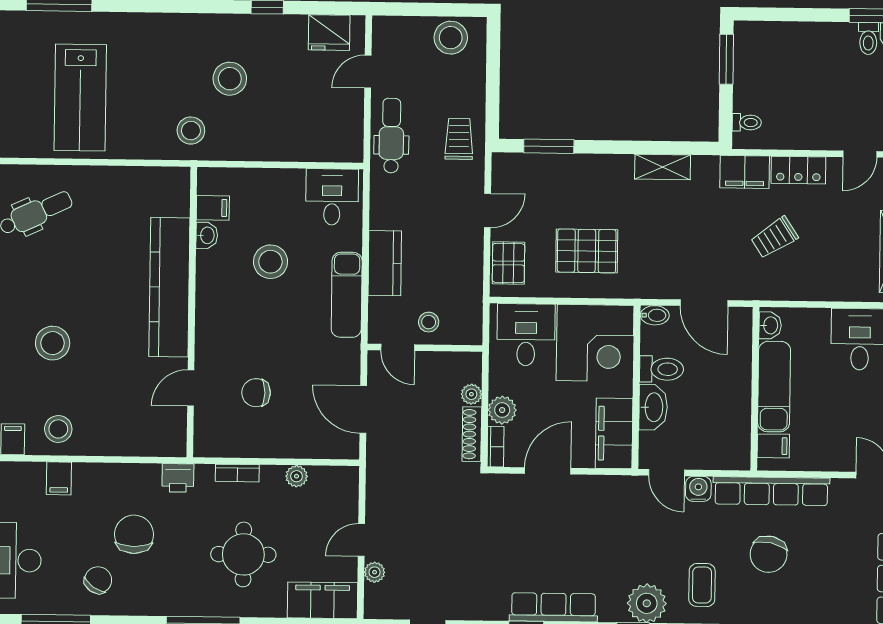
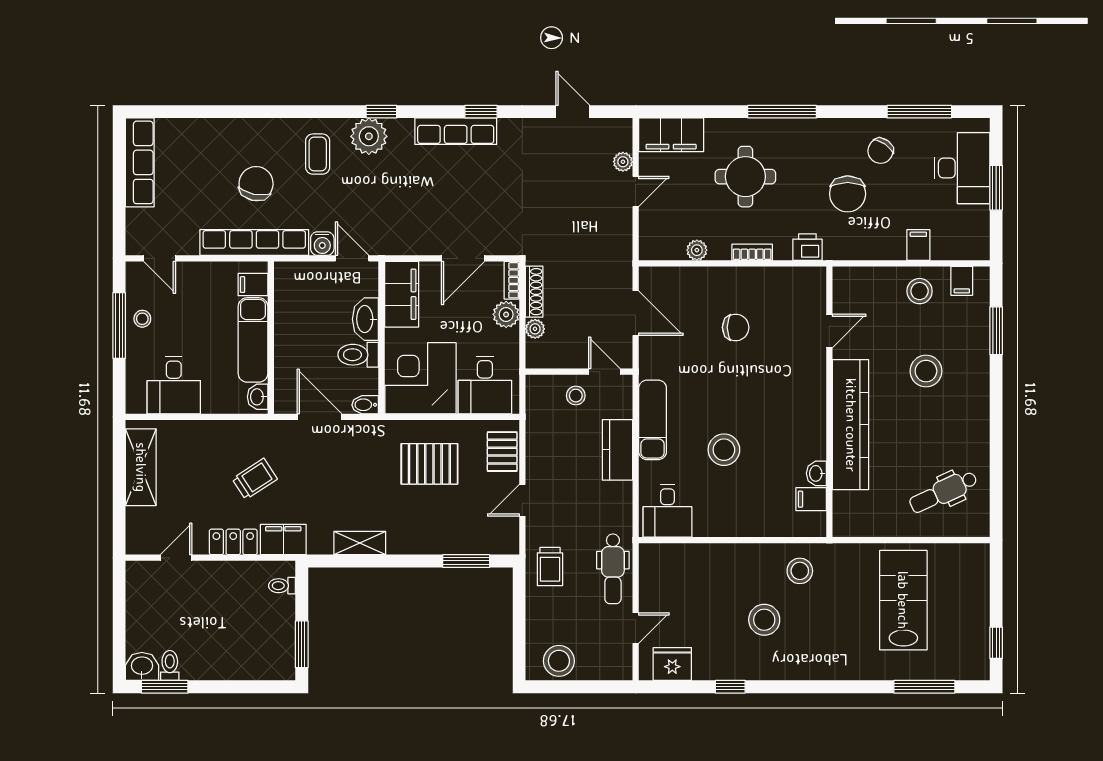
filing cabinet: (213, 208) -> (811, 499), moved
washbasin: (207, 235) -> (816, 473), moved
kitchen counter: (169, 287) -> (851, 425), moved
wall: (192, 312) -> (829, 402), moved
door: (191, 388) -> (829, 331), moved

